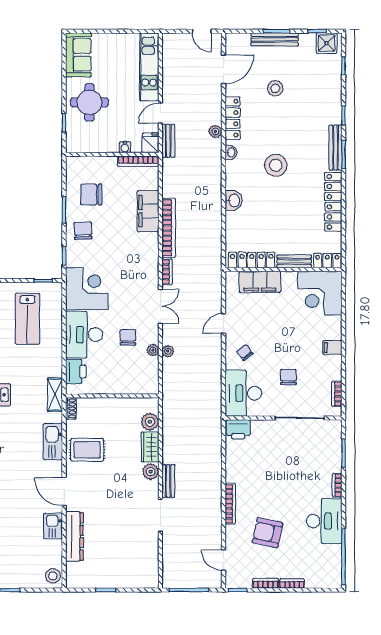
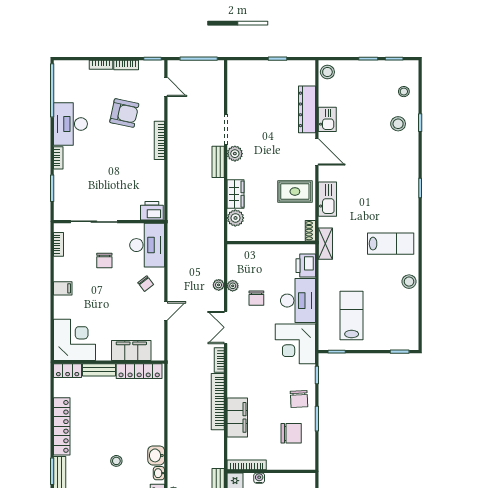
stool: (276, 165) -> (116, 461), width x0.53, depth x0.53
washbasin: (234, 200) -> (156, 455), moved
plant: (151, 472) -> (235, 154), moved

